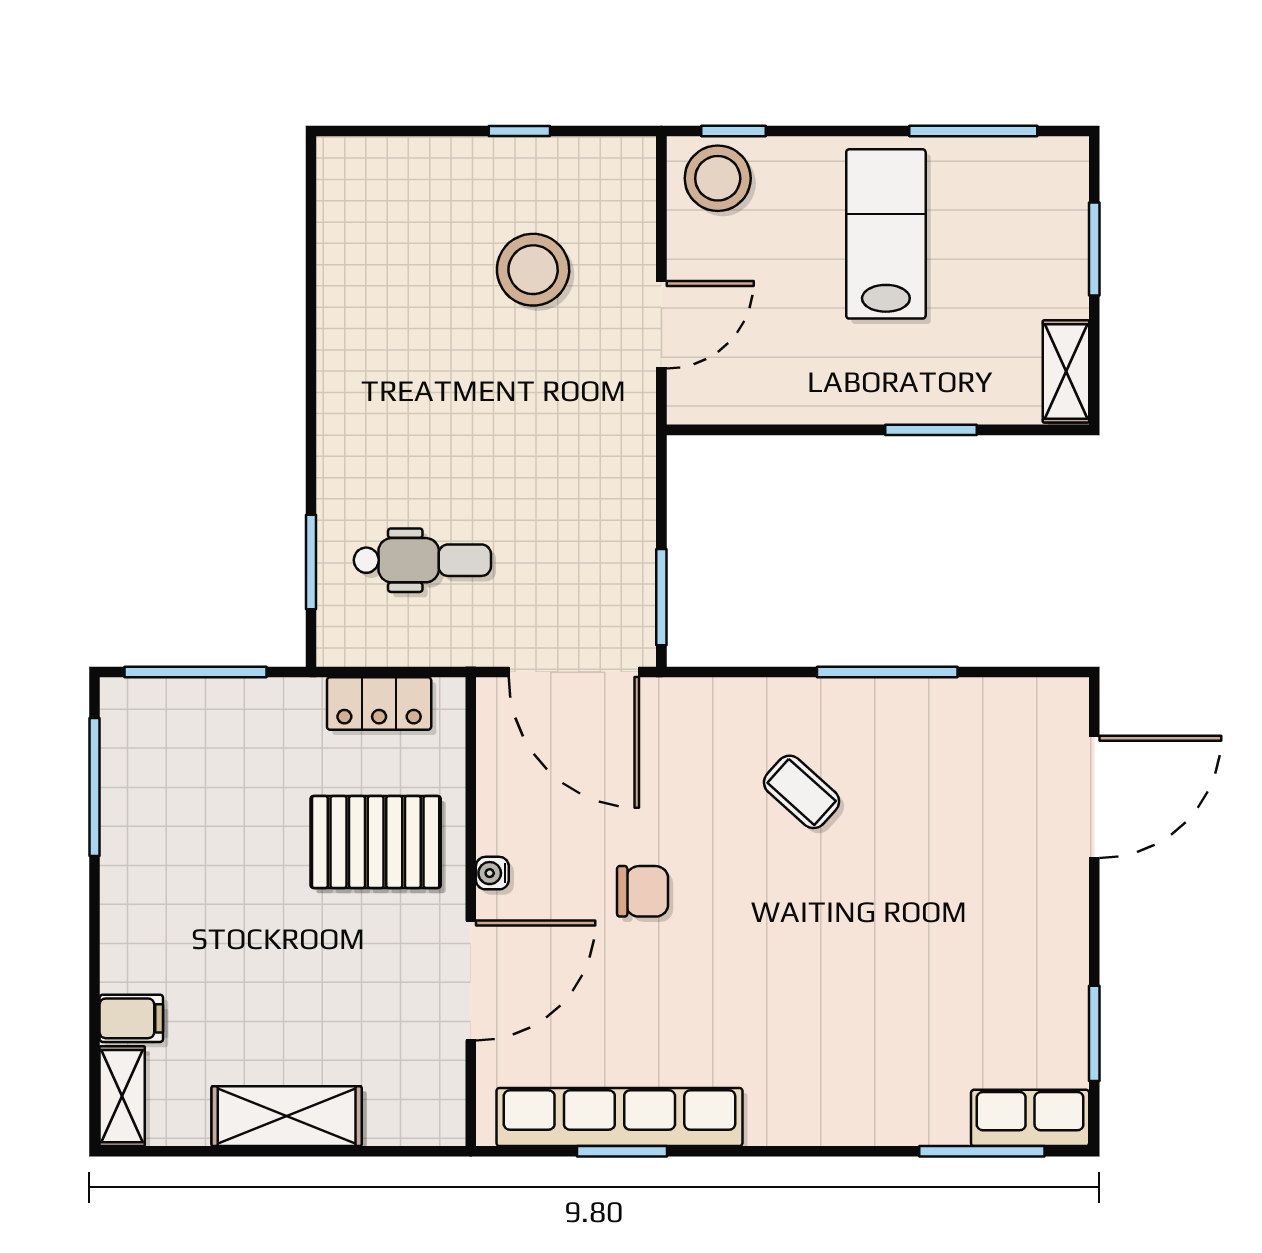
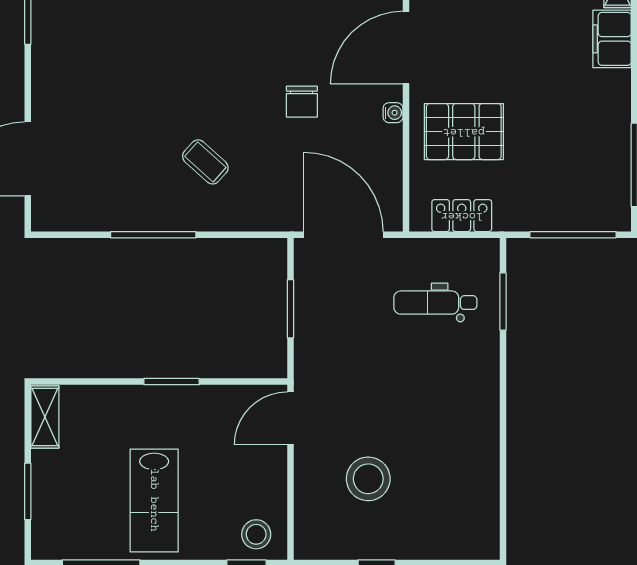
stool: (718, 178) -> (256, 534), width x0.73, depth x0.73
door: (661, 325) -> (290, 418), moved
window: (931, 430) -> (172, 382), moved
window: (661, 597) -> (290, 309), moved
chair: (643, 891) -> (302, 102), turned -90
filing cabinet: (131, 1018) -> (612, 39), width x2.00

